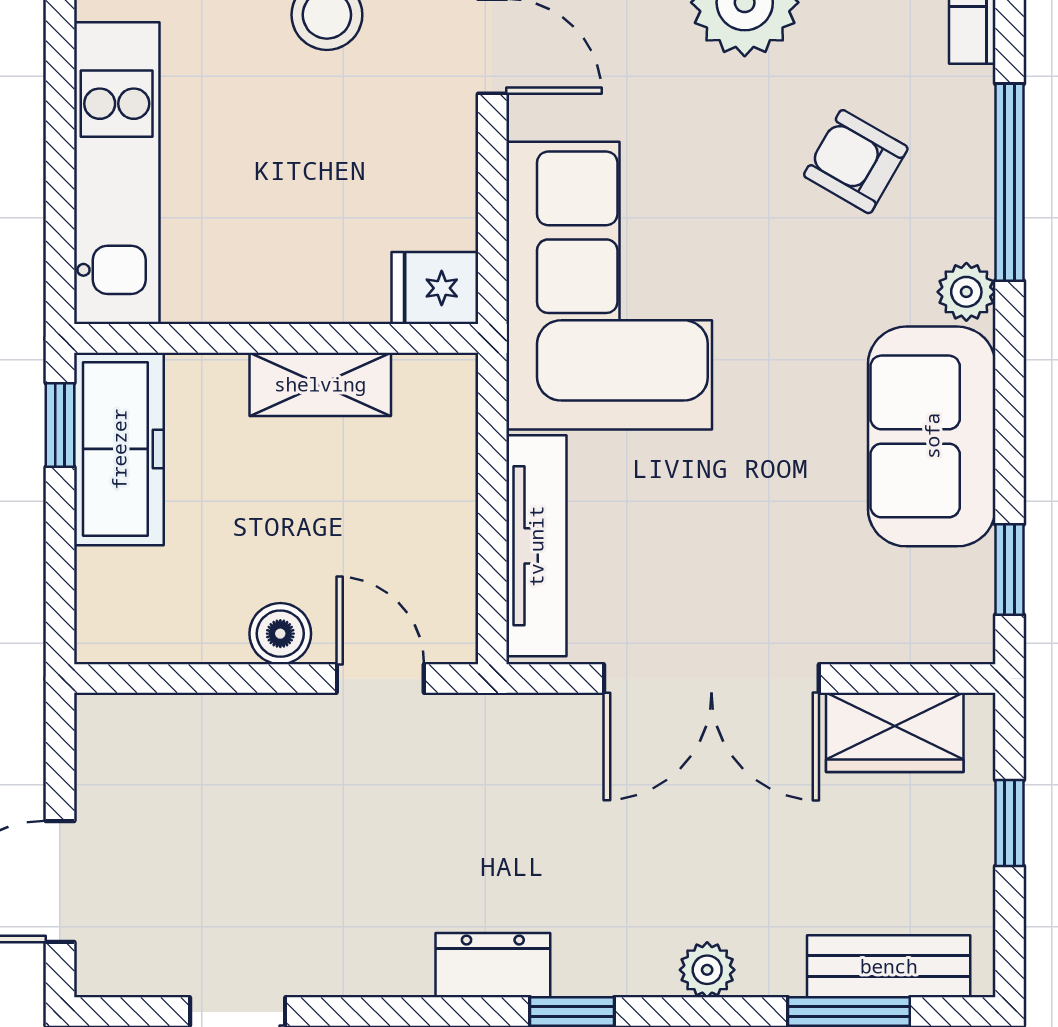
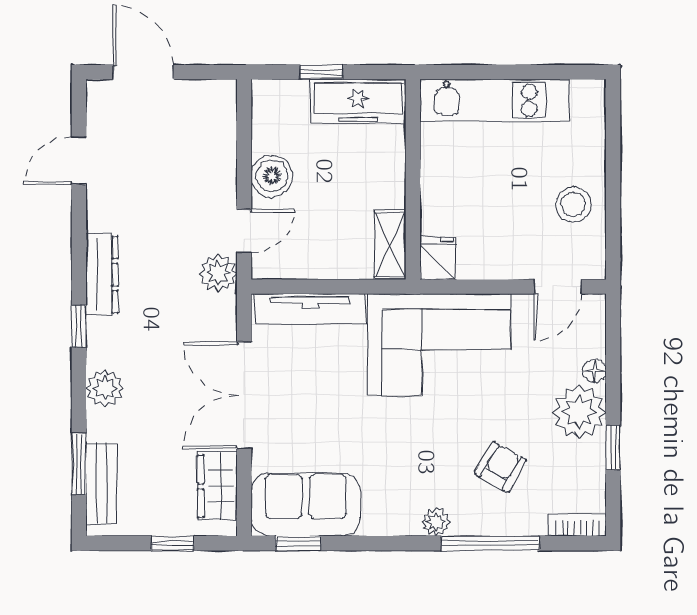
shelving: (320, 384) -> (390, 245), moved
window: (60, 425) -> (321, 72), moved
sofa: (932, 436) -> (306, 505), moved
boiler: (280, 634) -> (272, 176), width x1.36, depth x1.36
plant: (465, 731) -> (218, 273), added
dresser: (493, 965) -> (102, 275), width x1.44
plant: (707, 970) -> (105, 388), width x1.38, depth x1.38

